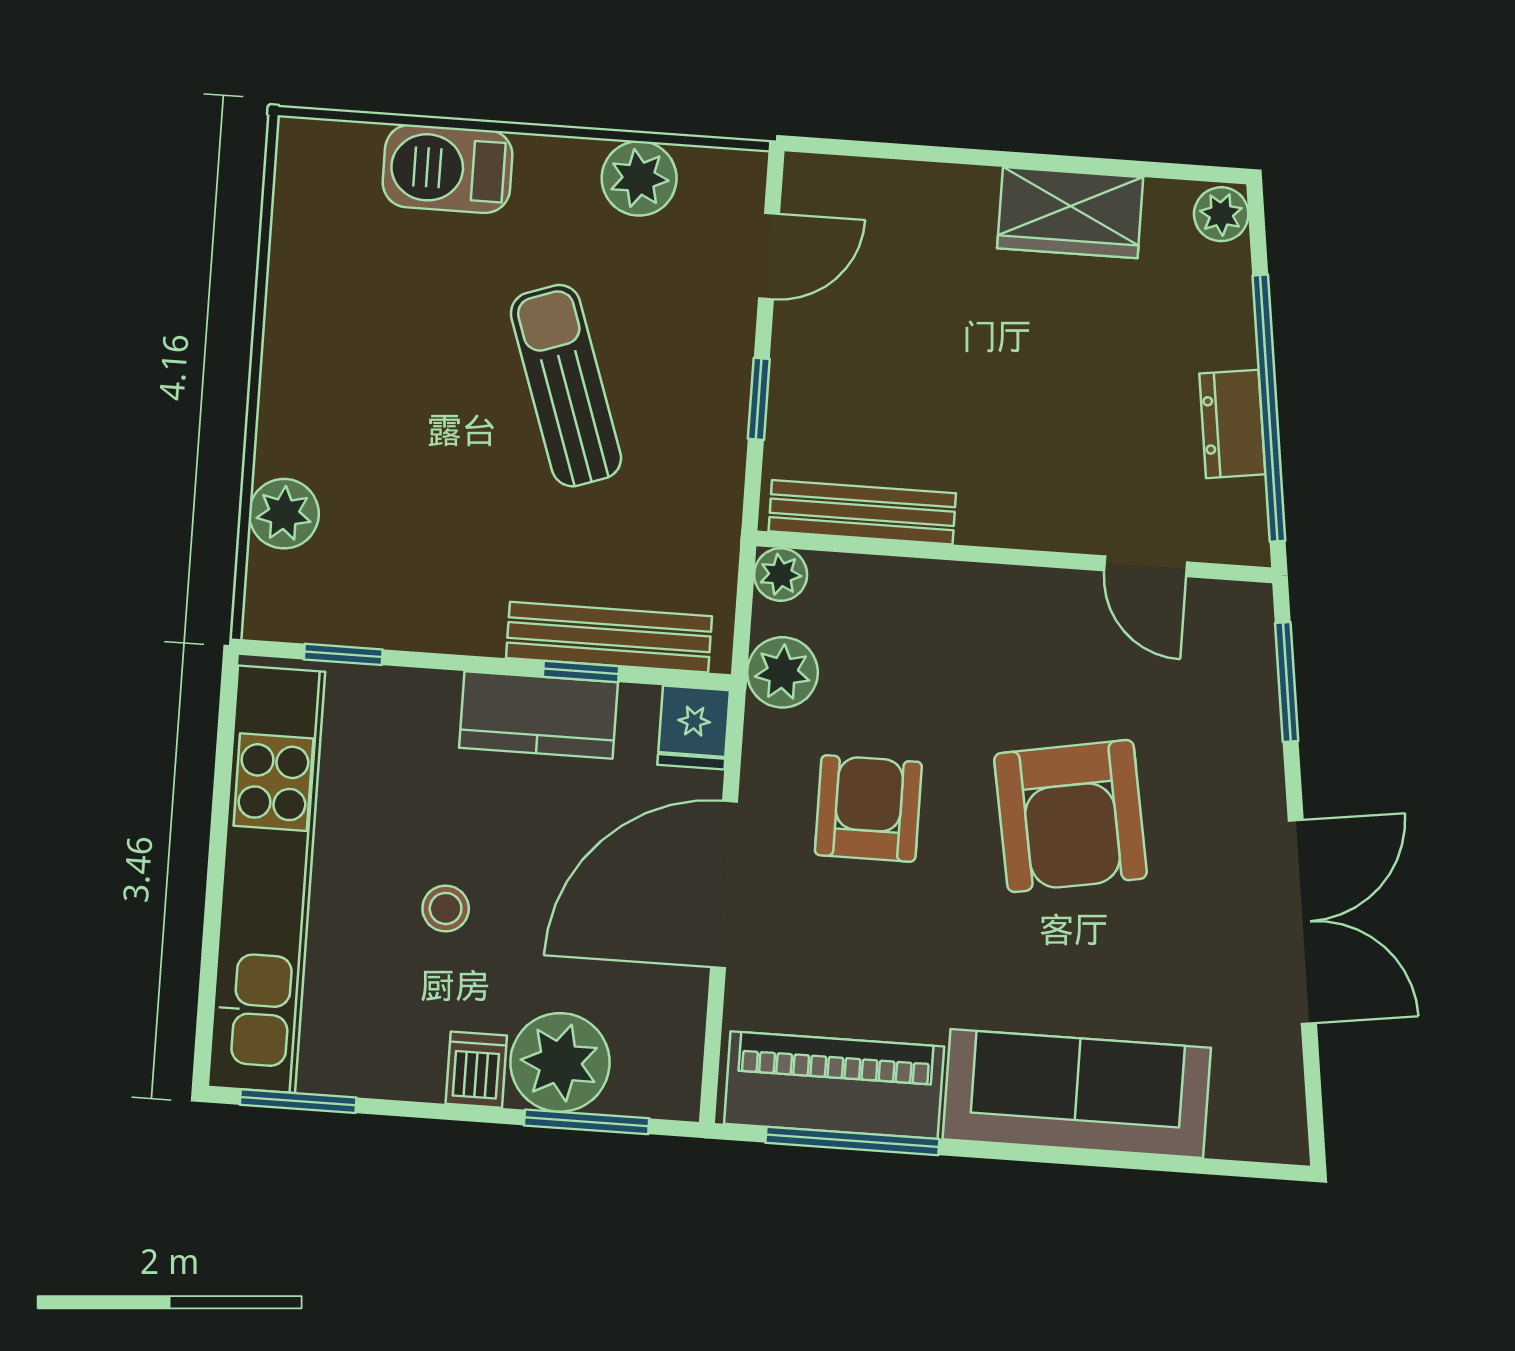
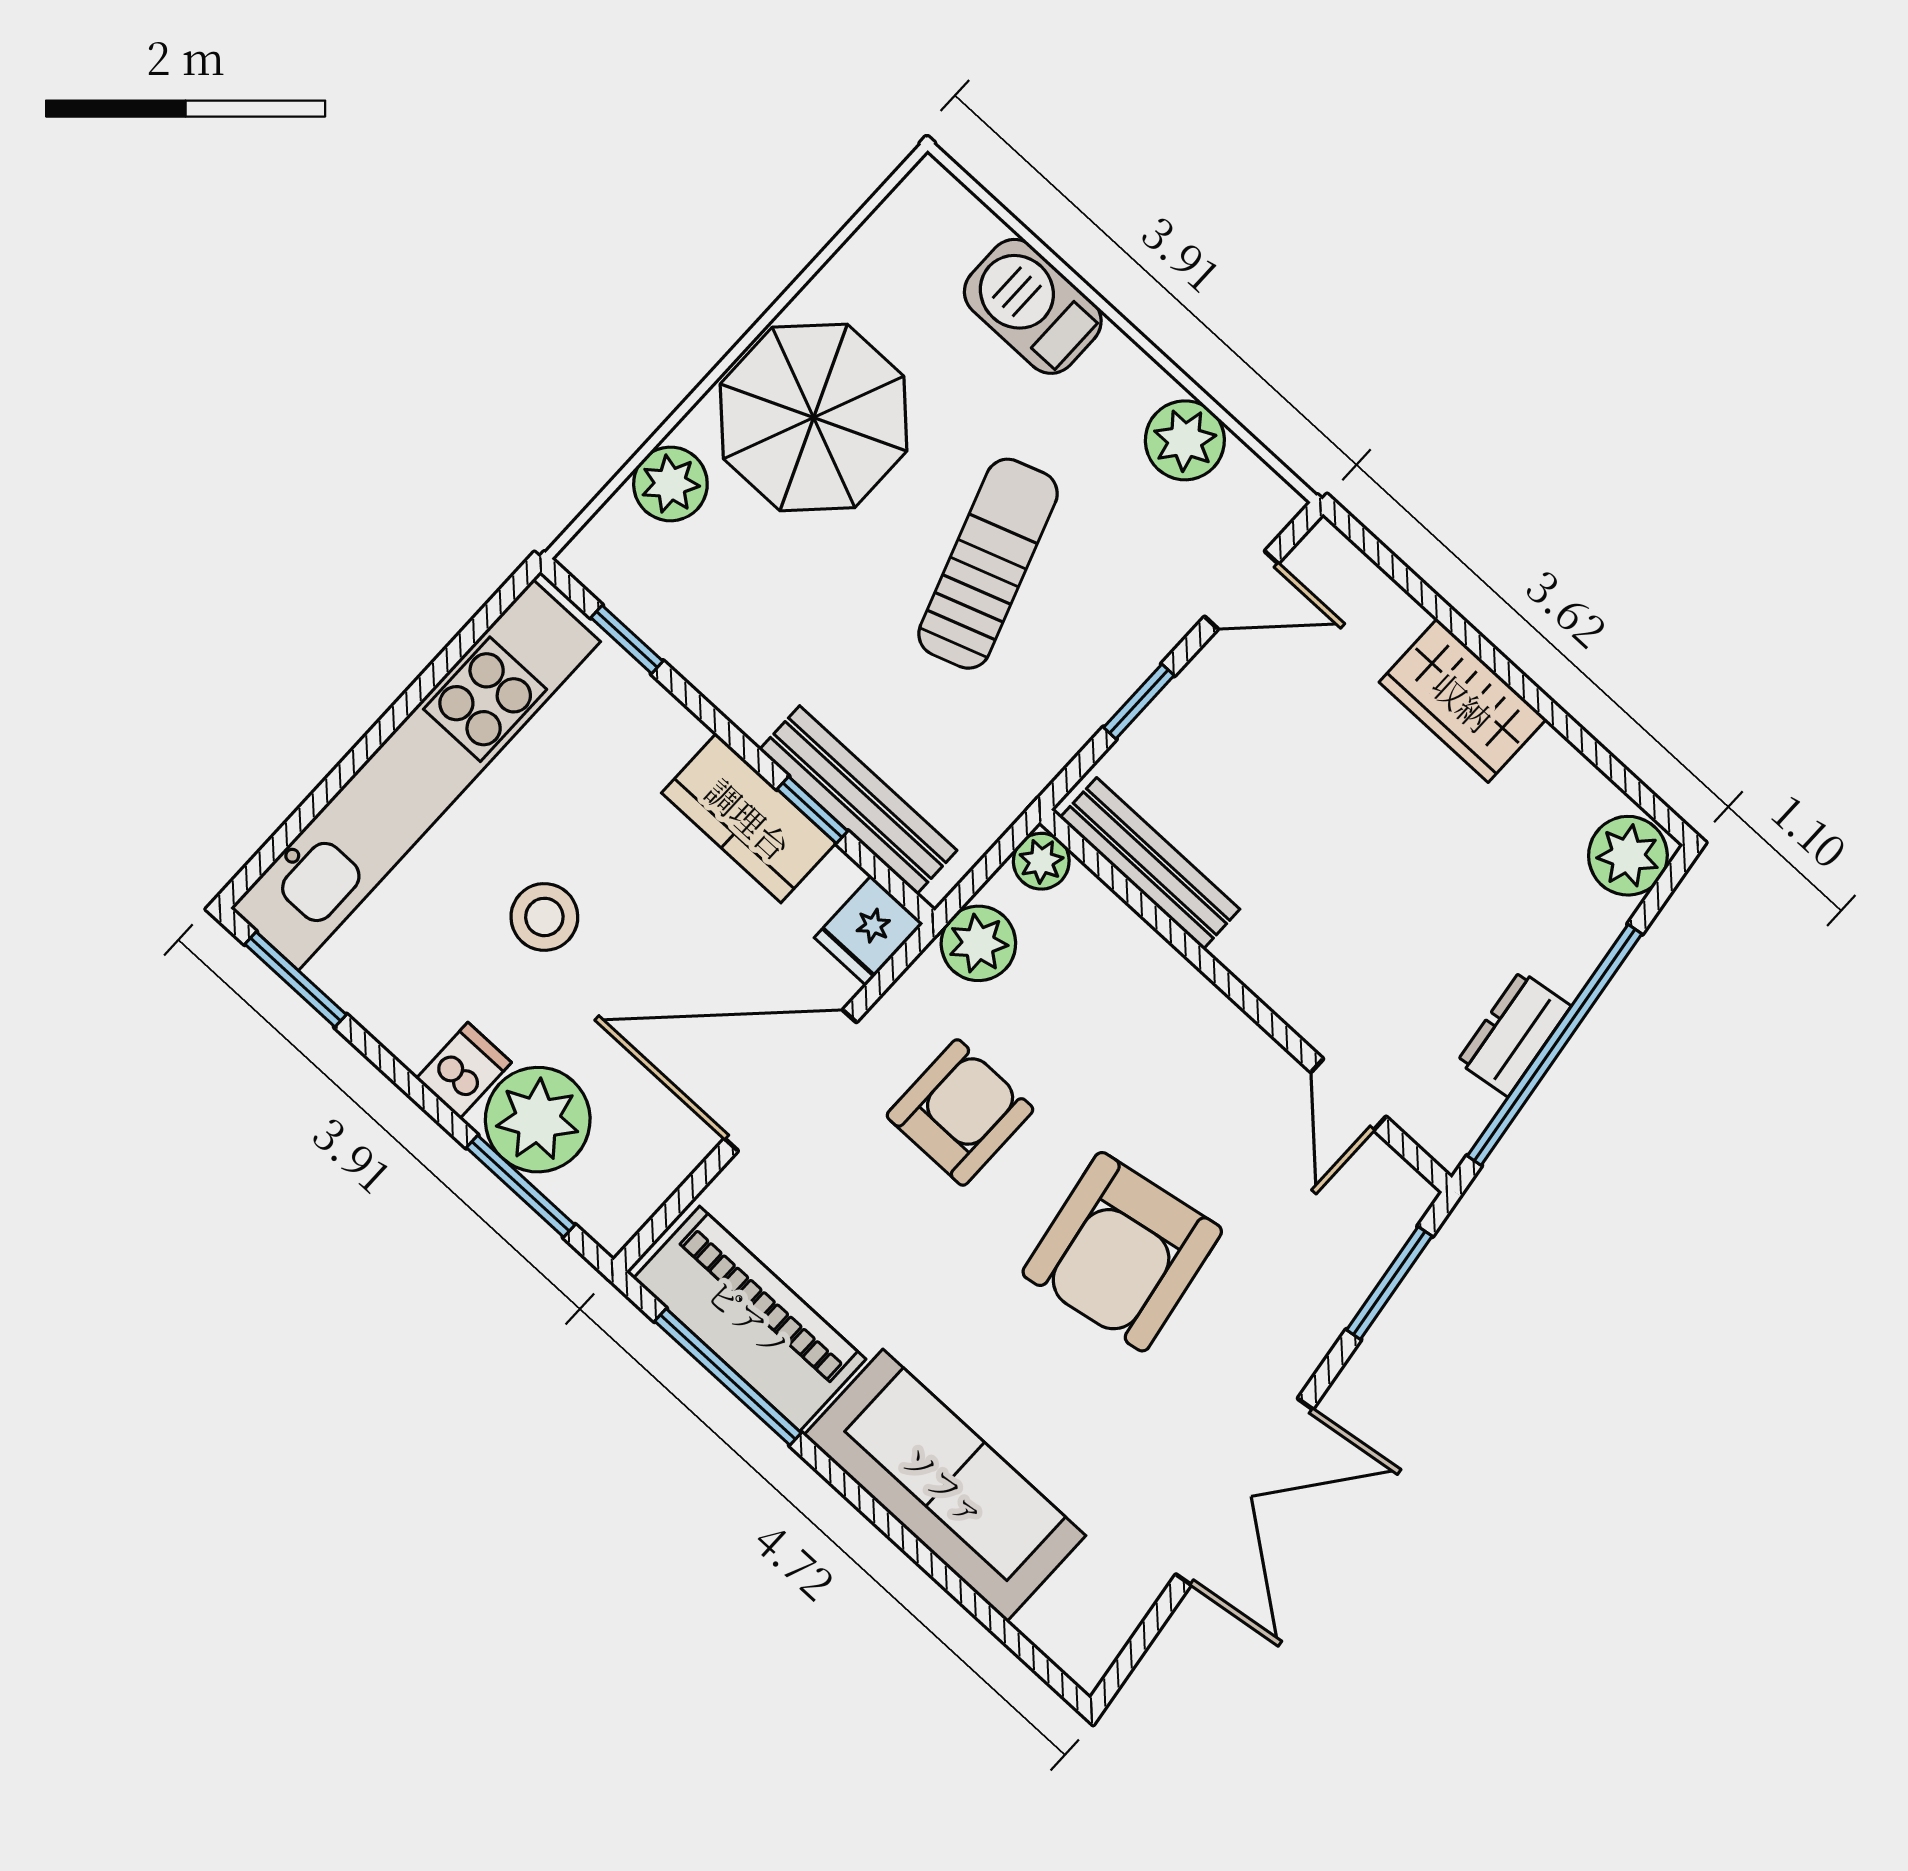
wardrobe: (1070, 213) -> (1463, 701), moved
plant: (1221, 214) -> (1628, 856), width x1.38, depth x1.38
parasol: (351, 380) -> (814, 417), added
stool: (446, 908) -> (544, 917), width x1.37, depth x1.37

